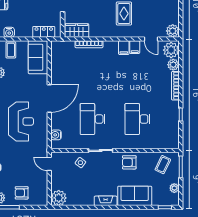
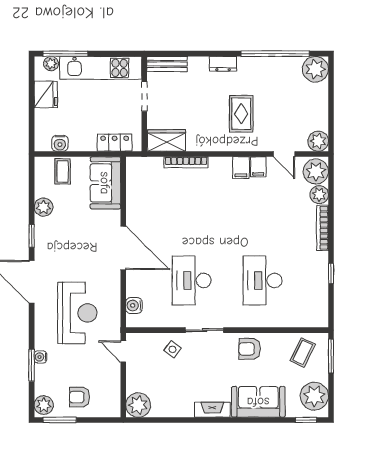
door: (49, 98) -> (123, 248), hinge flipped
reception desk: (21, 121) -> (77, 313), moved
plant: (174, 188) -> (314, 396), width x1.87, depth x1.87

